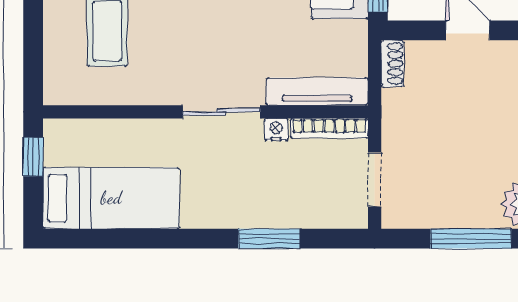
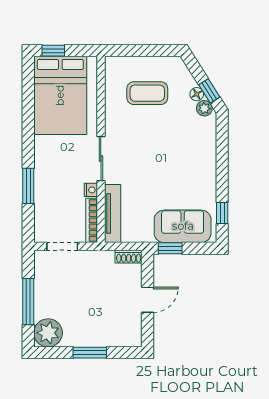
window: (33, 157) -> (53, 51), moved
bed: (111, 198) -> (60, 95), width x1.50

